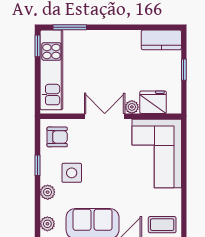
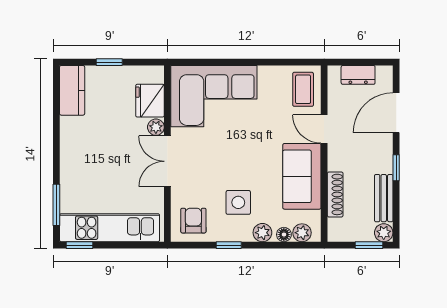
floor lamp: (46, 209) -> (284, 235), added

